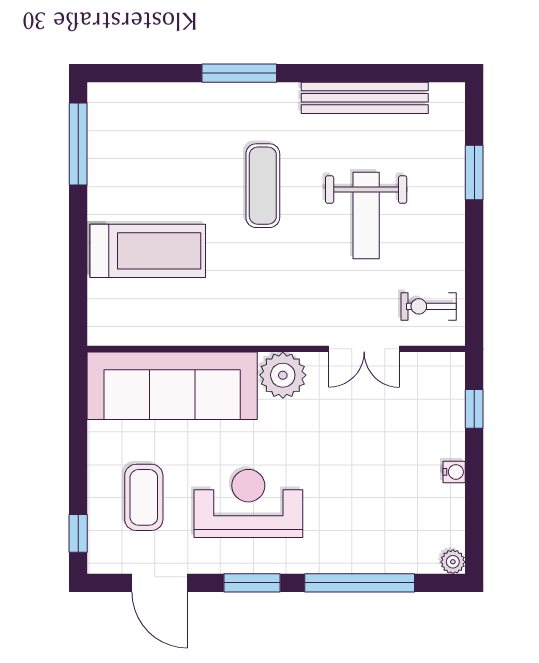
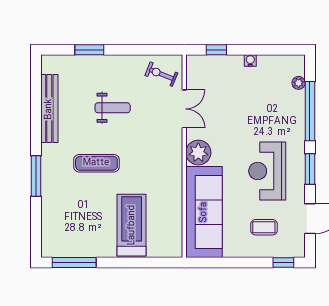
weight bench: (366, 216) -> (113, 108), width x0.73, depth x0.75
exercise bike: (429, 306) -> (161, 74), turned 112
coffee table: (144, 497) -> (264, 227), width x0.73, depth x0.77
plant: (453, 562) -> (299, 83), moved

